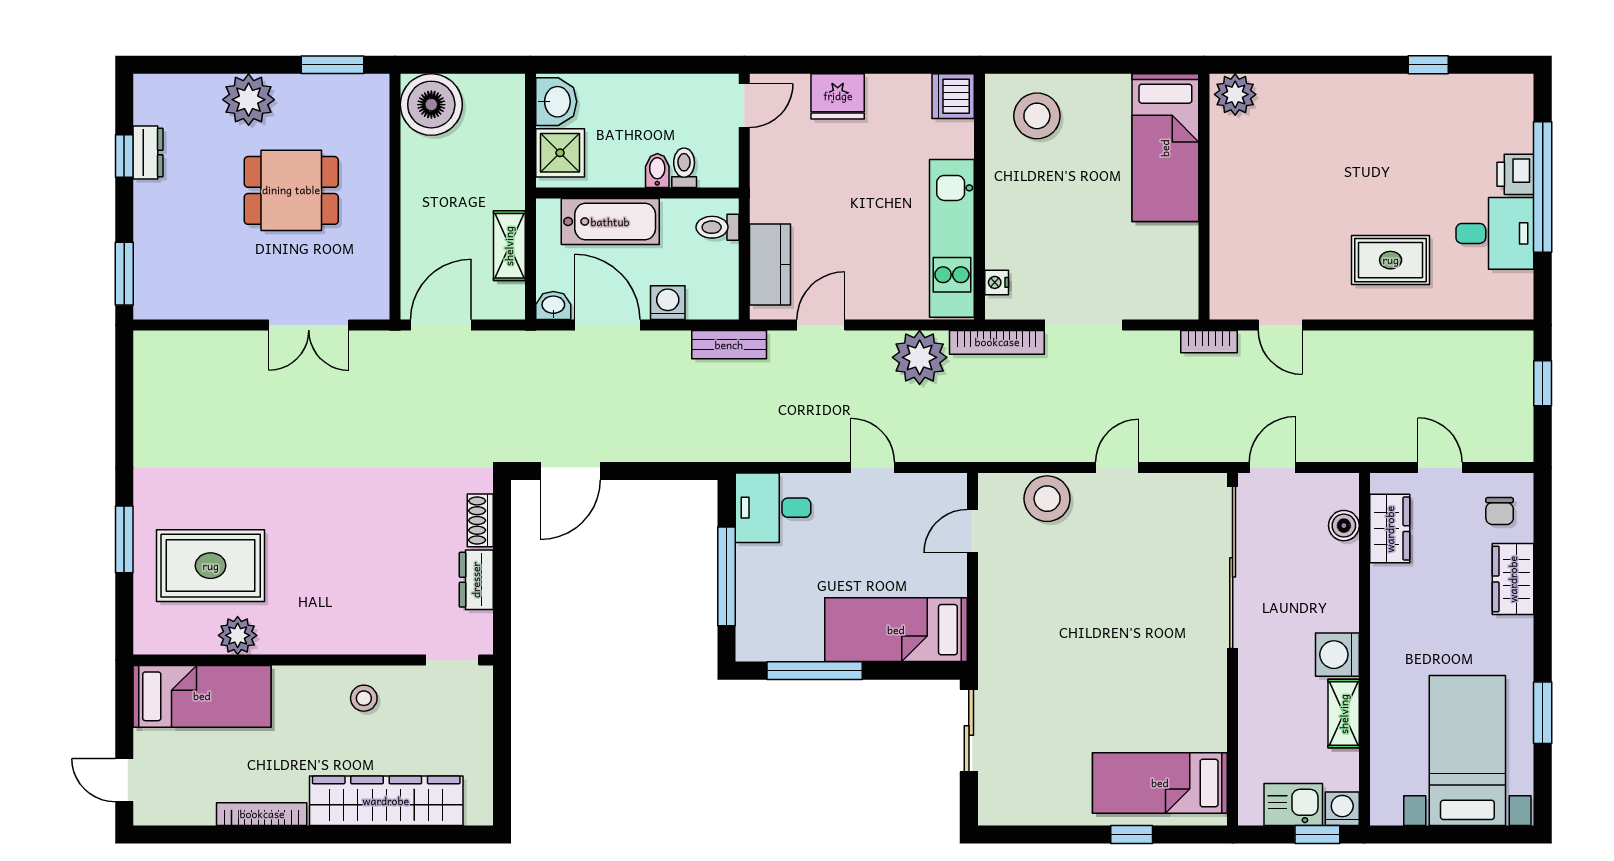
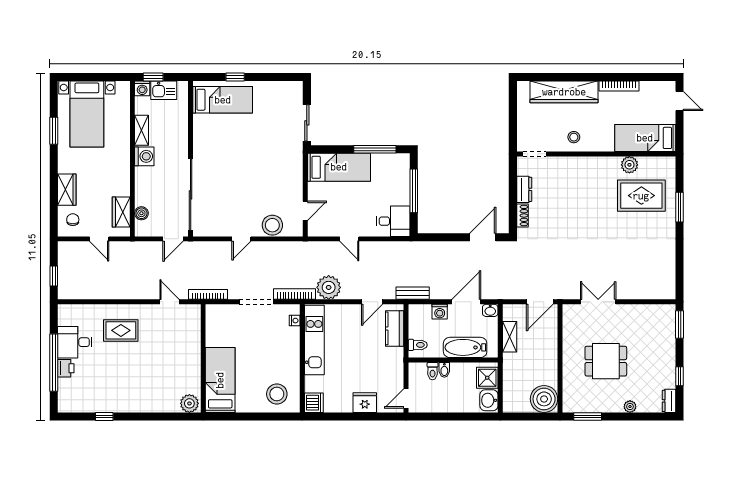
plant: (249, 100) -> (630, 407), width x0.53, depth x0.53
dresser: (148, 152) -> (669, 401), moved
door: (607, 325) -> (466, 302), swing flipped
bookcase: (1209, 342) -> (208, 294), width x1.56

